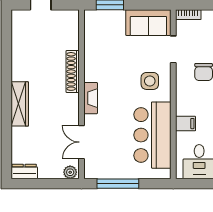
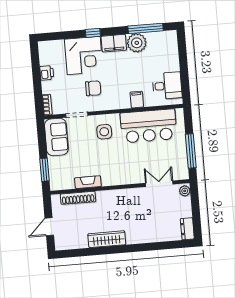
shoe rack: (73, 71) -> (78, 198), moved
fireplace: (91, 98) -> (88, 182), moved
wardrobe: (20, 104) -> (107, 239), moved
double door: (81, 142) -> (159, 184), swing flipped

